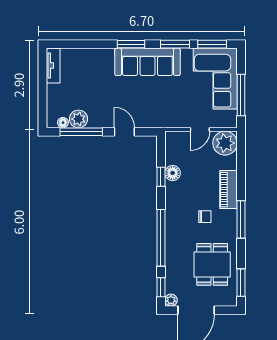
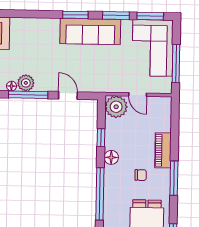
door: (200, 129) -> (138, 95), hinge flipped
plant: (225, 143) -> (116, 107), moved
floor lamp: (173, 173) -> (111, 157), moved

